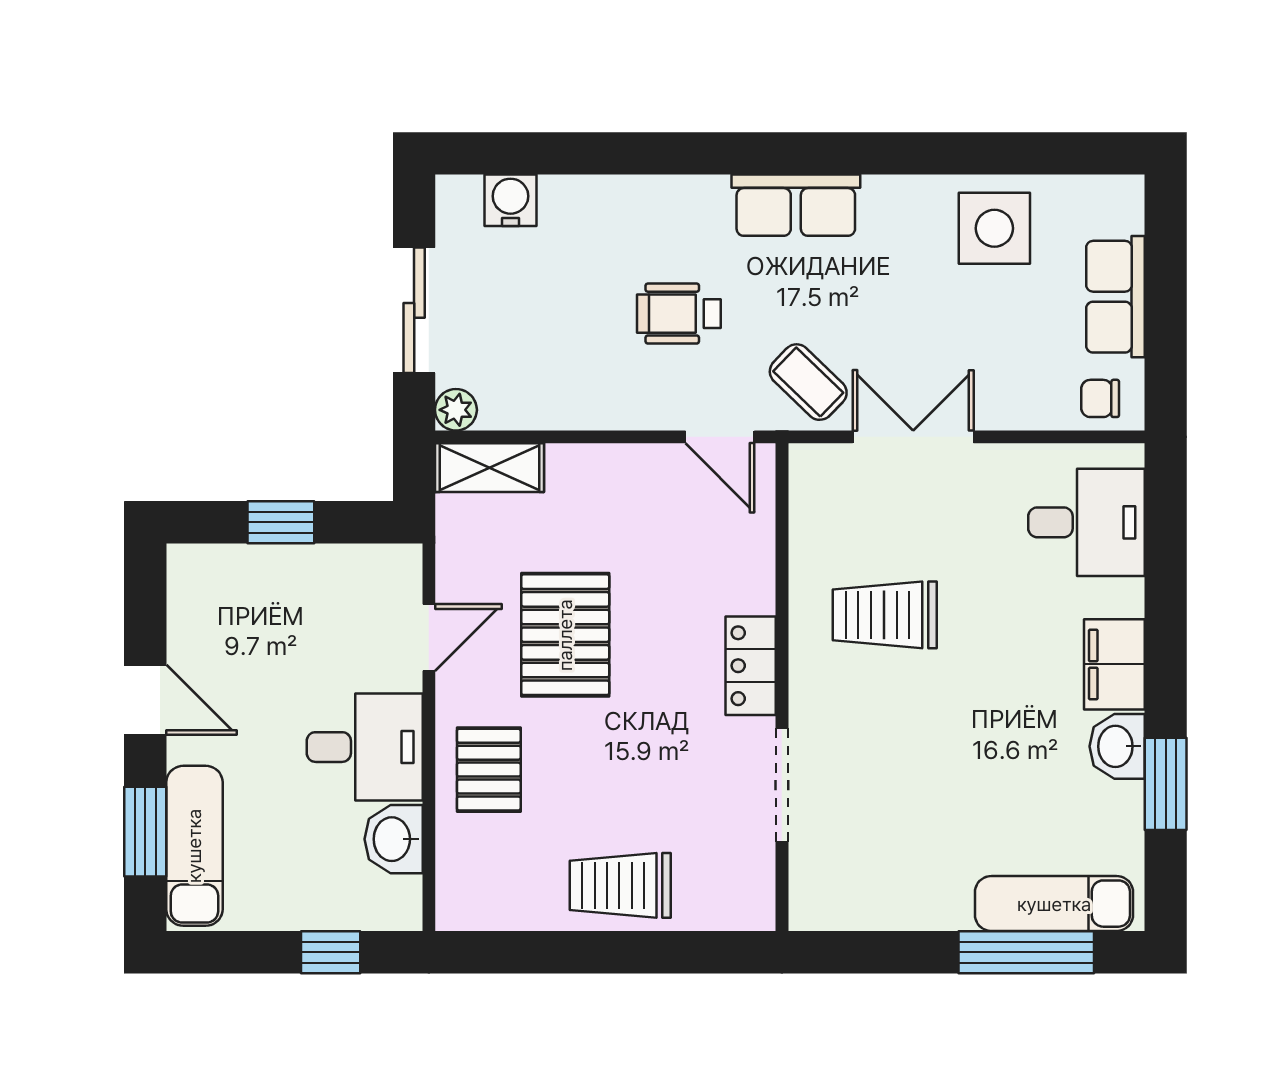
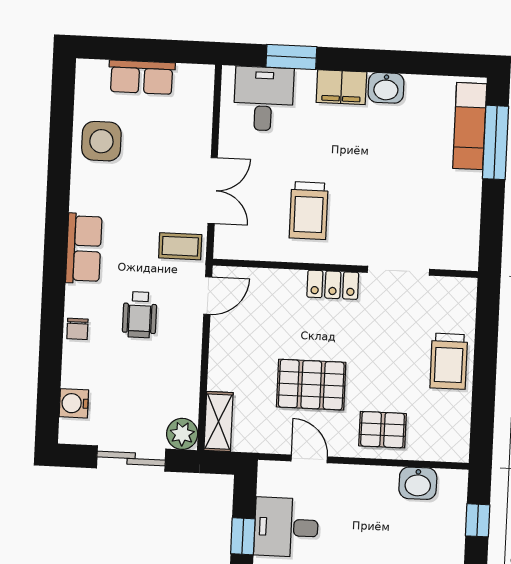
coffee table: (808, 382) -> (180, 246), turned 46
chair: (1100, 398) -> (77, 329), moved
plant: (456, 410) -> (182, 434), width x1.38, depth x1.38
double door: (913, 437) -> (213, 191), swing flipped
desk: (365, 747) -> (286, 527), moved, turned -90
window: (1166, 784) -> (291, 57), moved

